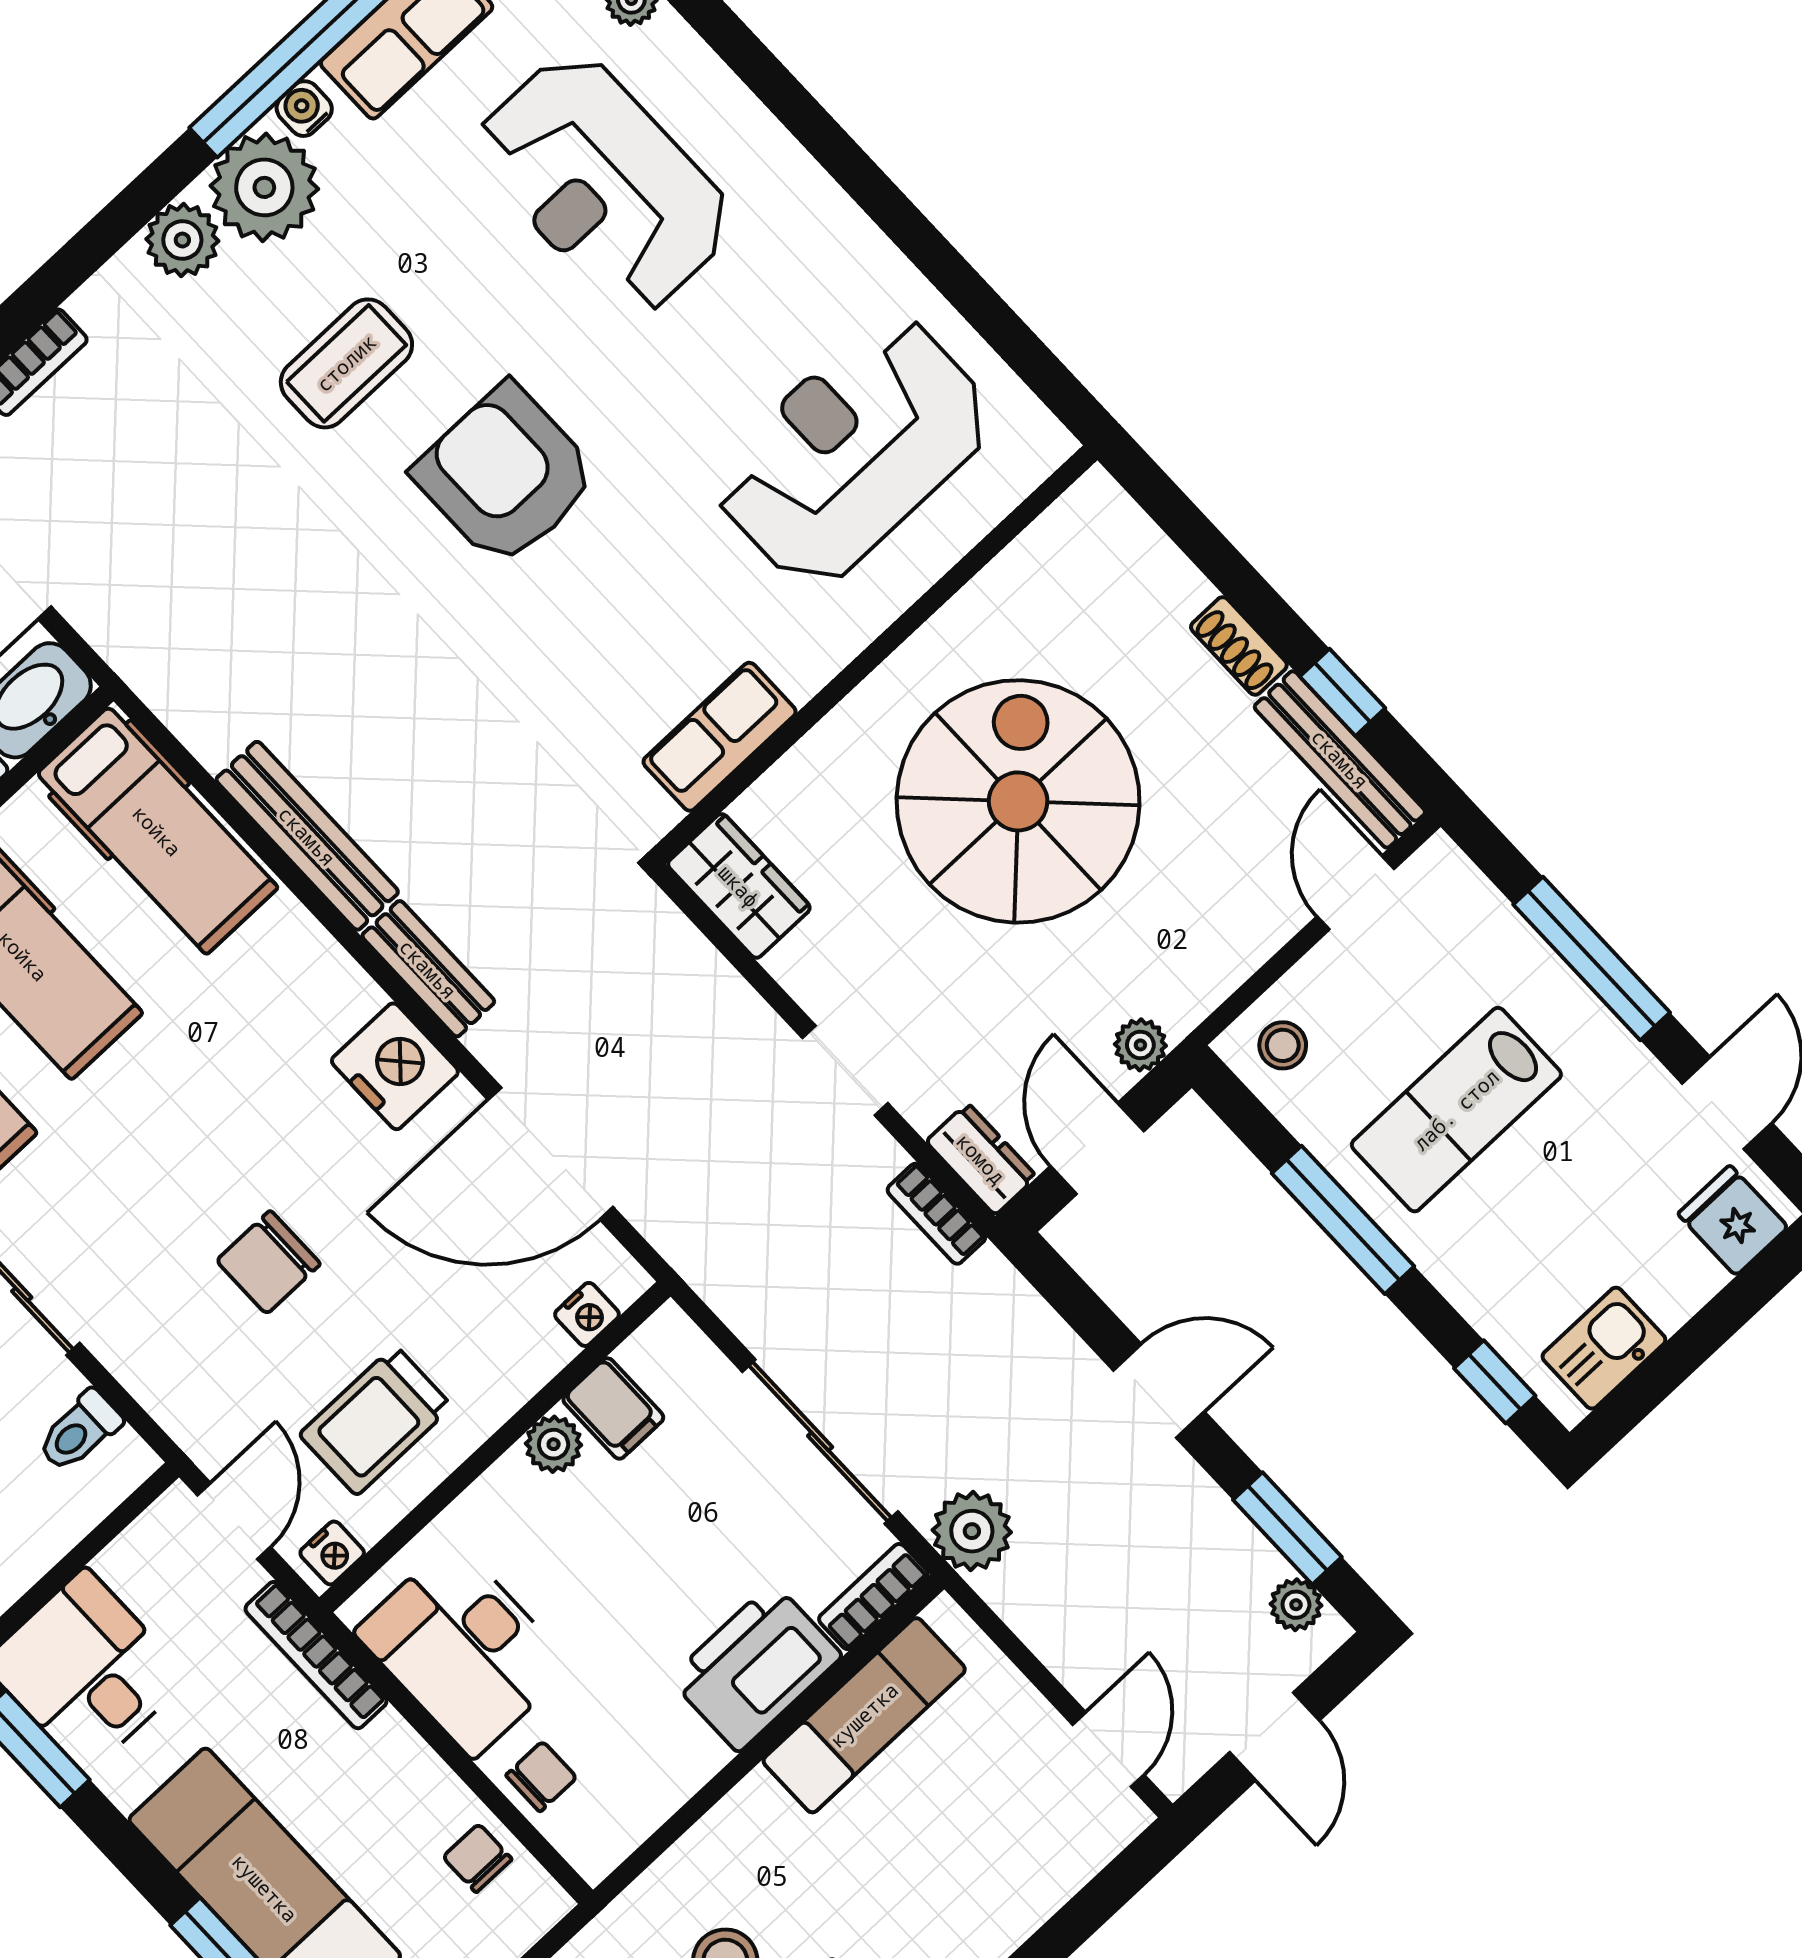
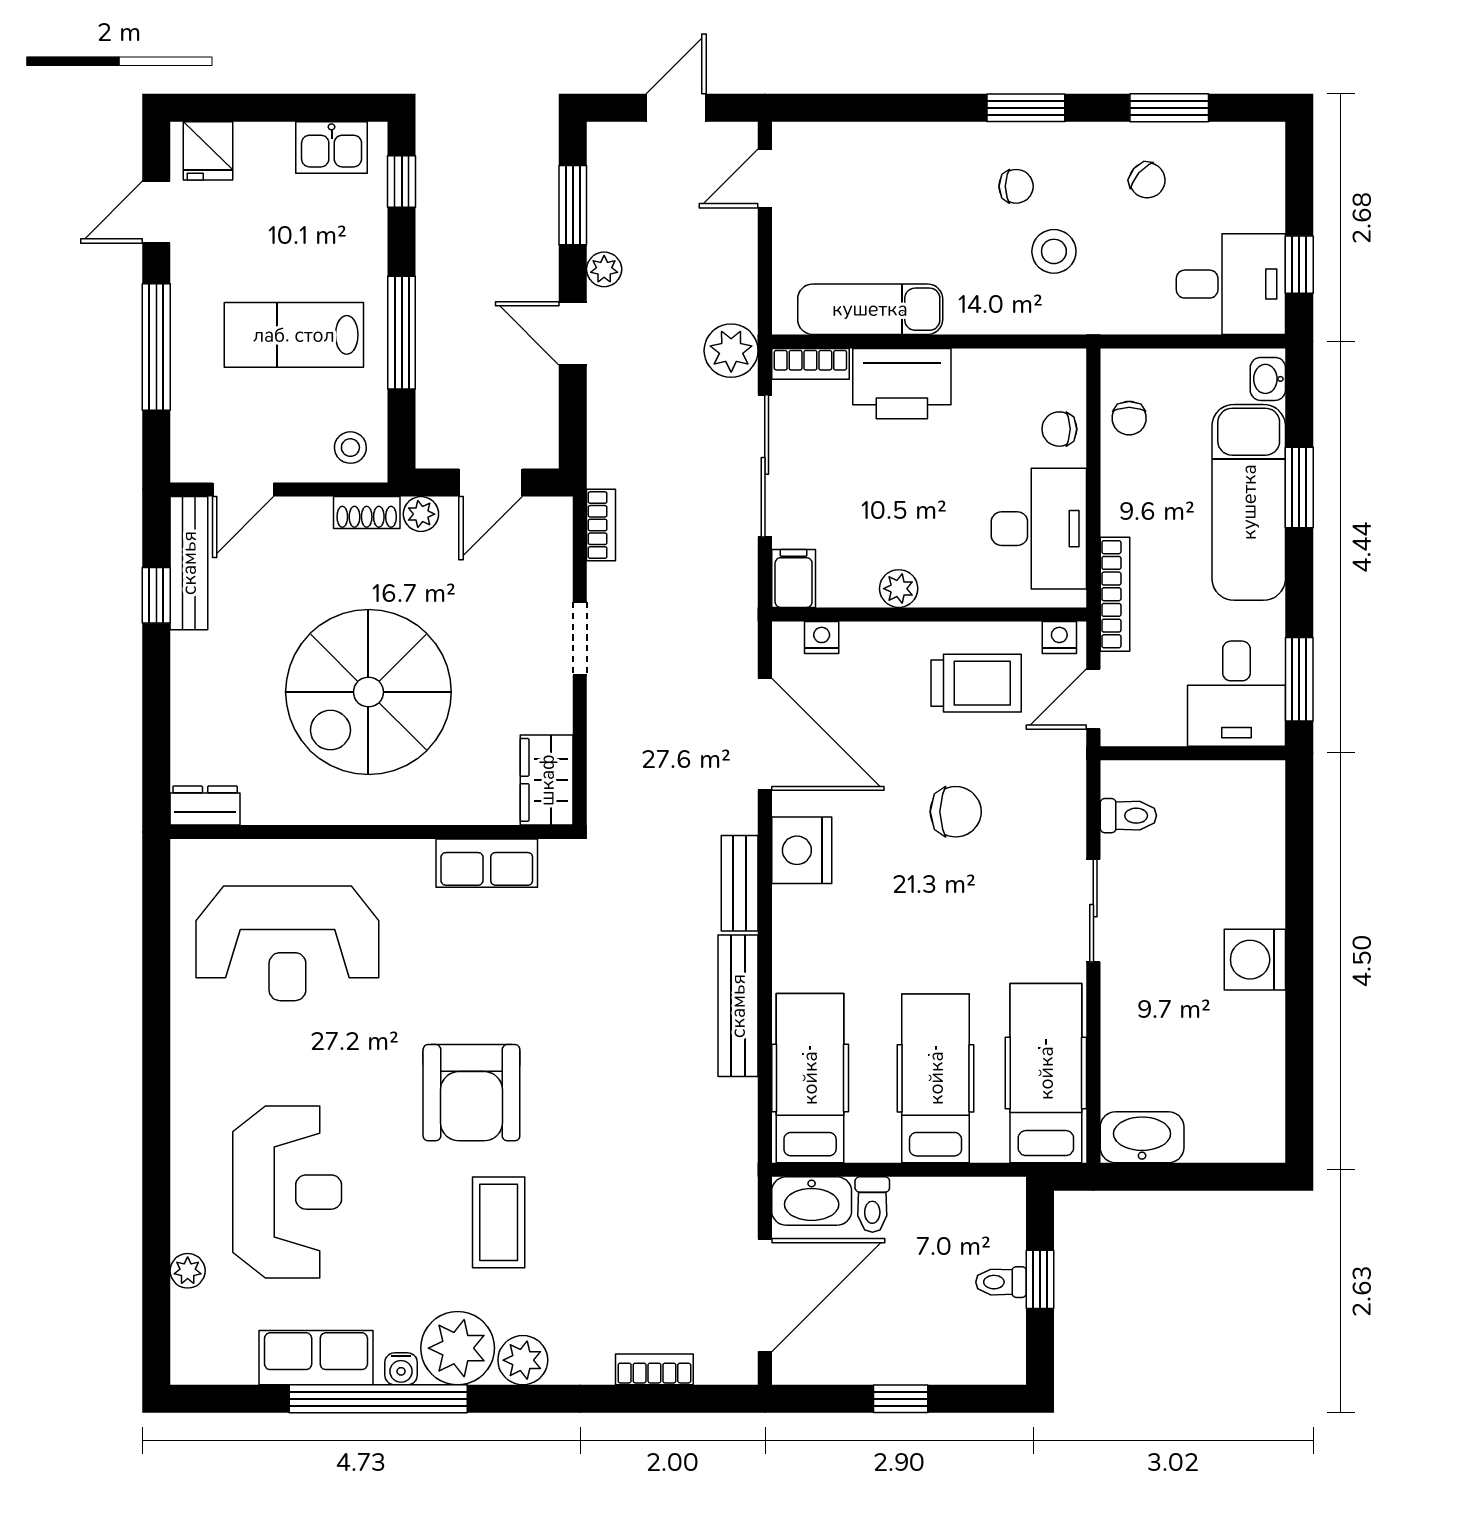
coffee table: (346, 363) -> (499, 1222), turned 90
shoe rack: (1239, 646) -> (367, 513), moved, turned 90
lab bench: (1456, 1110) -> (294, 335), turned 180
dresser: (981, 1159) -> (205, 805), moved, turned 90
filing cabinet: (613, 1408) -> (794, 578), moved
plant: (1296, 1605) -> (604, 269), moved

